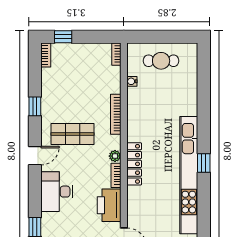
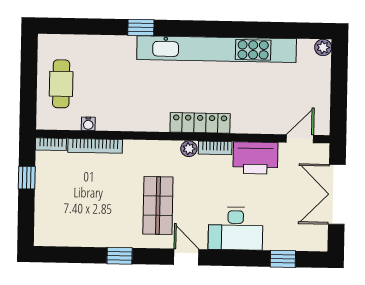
window: (63, 37) -> (27, 178), moved
bookcase: (46, 55) -> (50, 240), removed
bookcase: (116, 114) -> (95, 146), moved
window: (204, 163) -> (141, 27), moved

